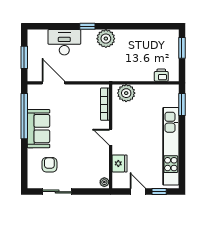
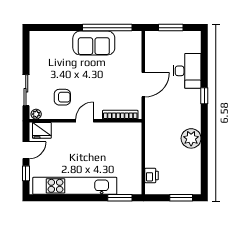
plant: (106, 39) -> (191, 138), moved
door: (53, 83) -> (143, 85), moved
plant: (126, 93) -> (132, 138), removed
fridge: (119, 163) -> (42, 130), moved
armchair: (49, 165) -> (62, 97), moved
sliding door: (57, 192) -> (26, 90), moved

